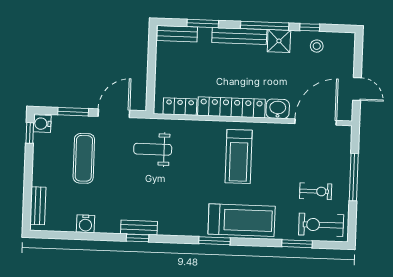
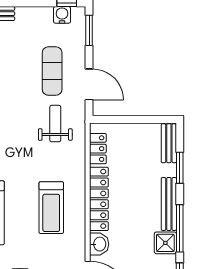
window: (73, 112) -> (89, 30), moved
water cooler: (42, 124) -> (62, 15), moved
treadmill: (239, 157) -> (51, 208), turned -90
exercise mat: (84, 158) -> (52, 71), moved, turned 90

